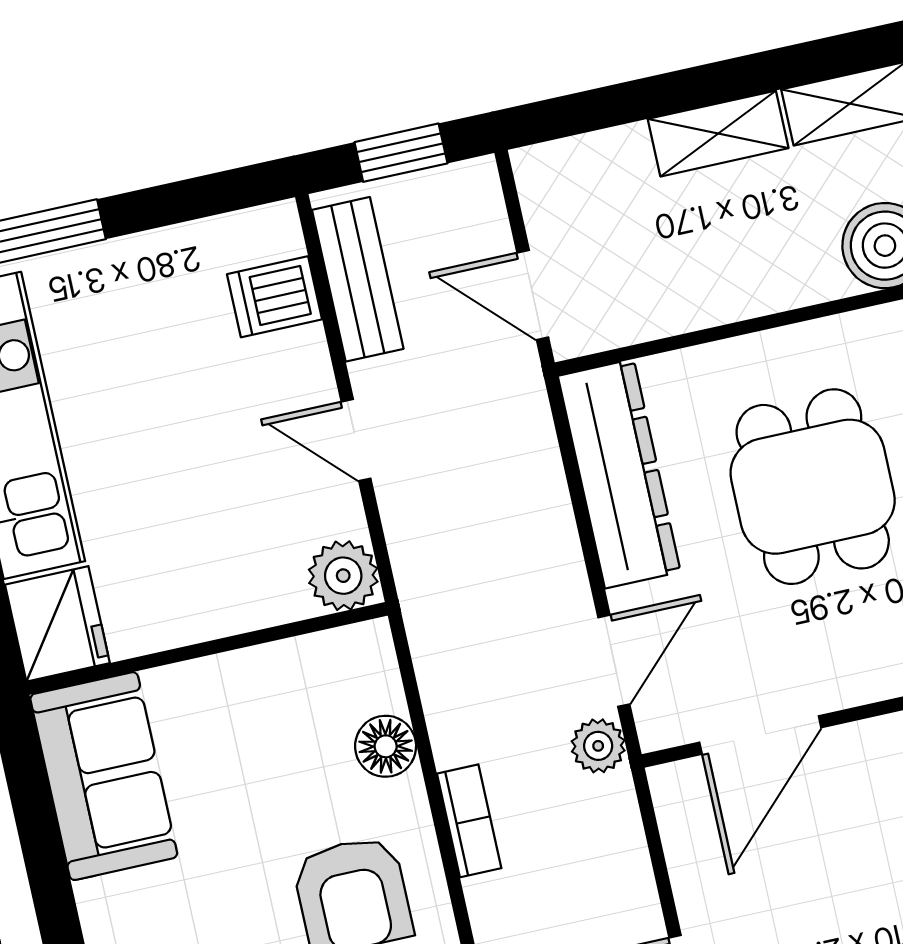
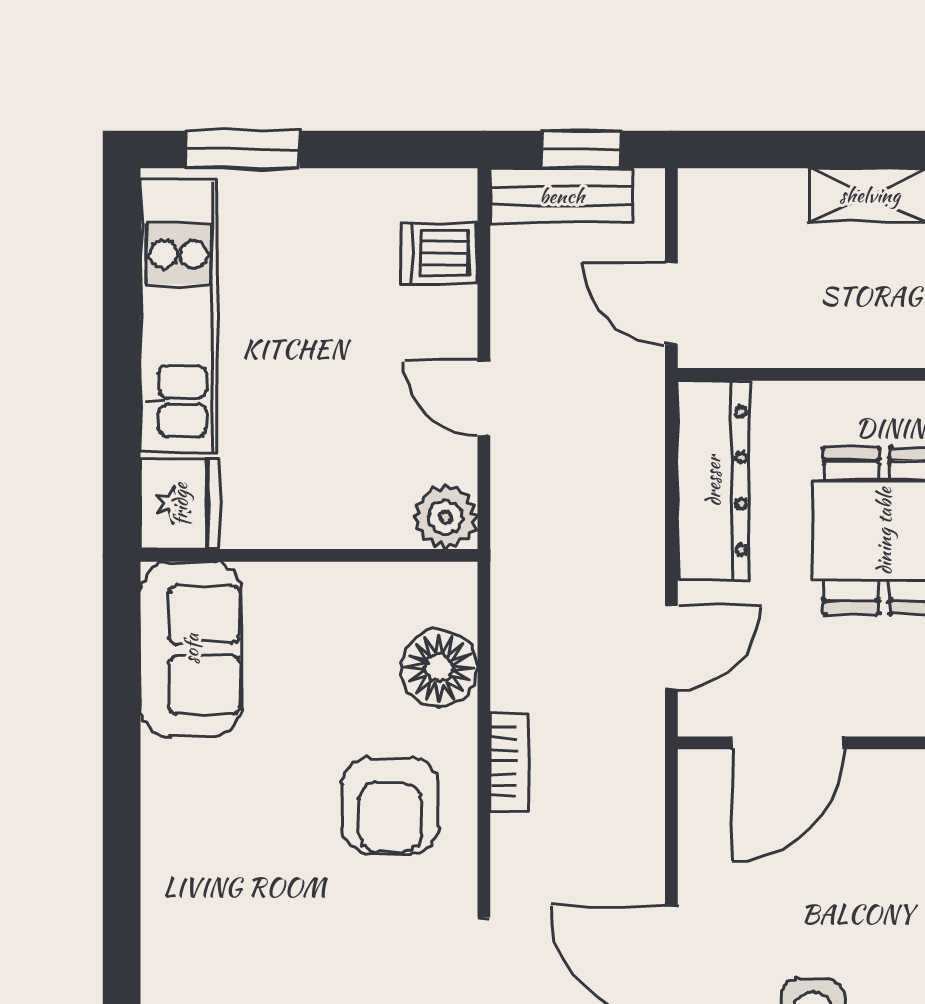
bench: (358, 279) -> (562, 196), moved, turned 90
floor lamp: (386, 746) -> (439, 668), width x1.38, depth x1.38
plant: (598, 746) -> (640, 720), removed

